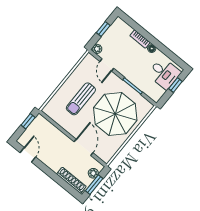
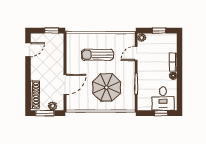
parasol: (115, 114) -> (106, 87), width x0.73, depth x0.73

